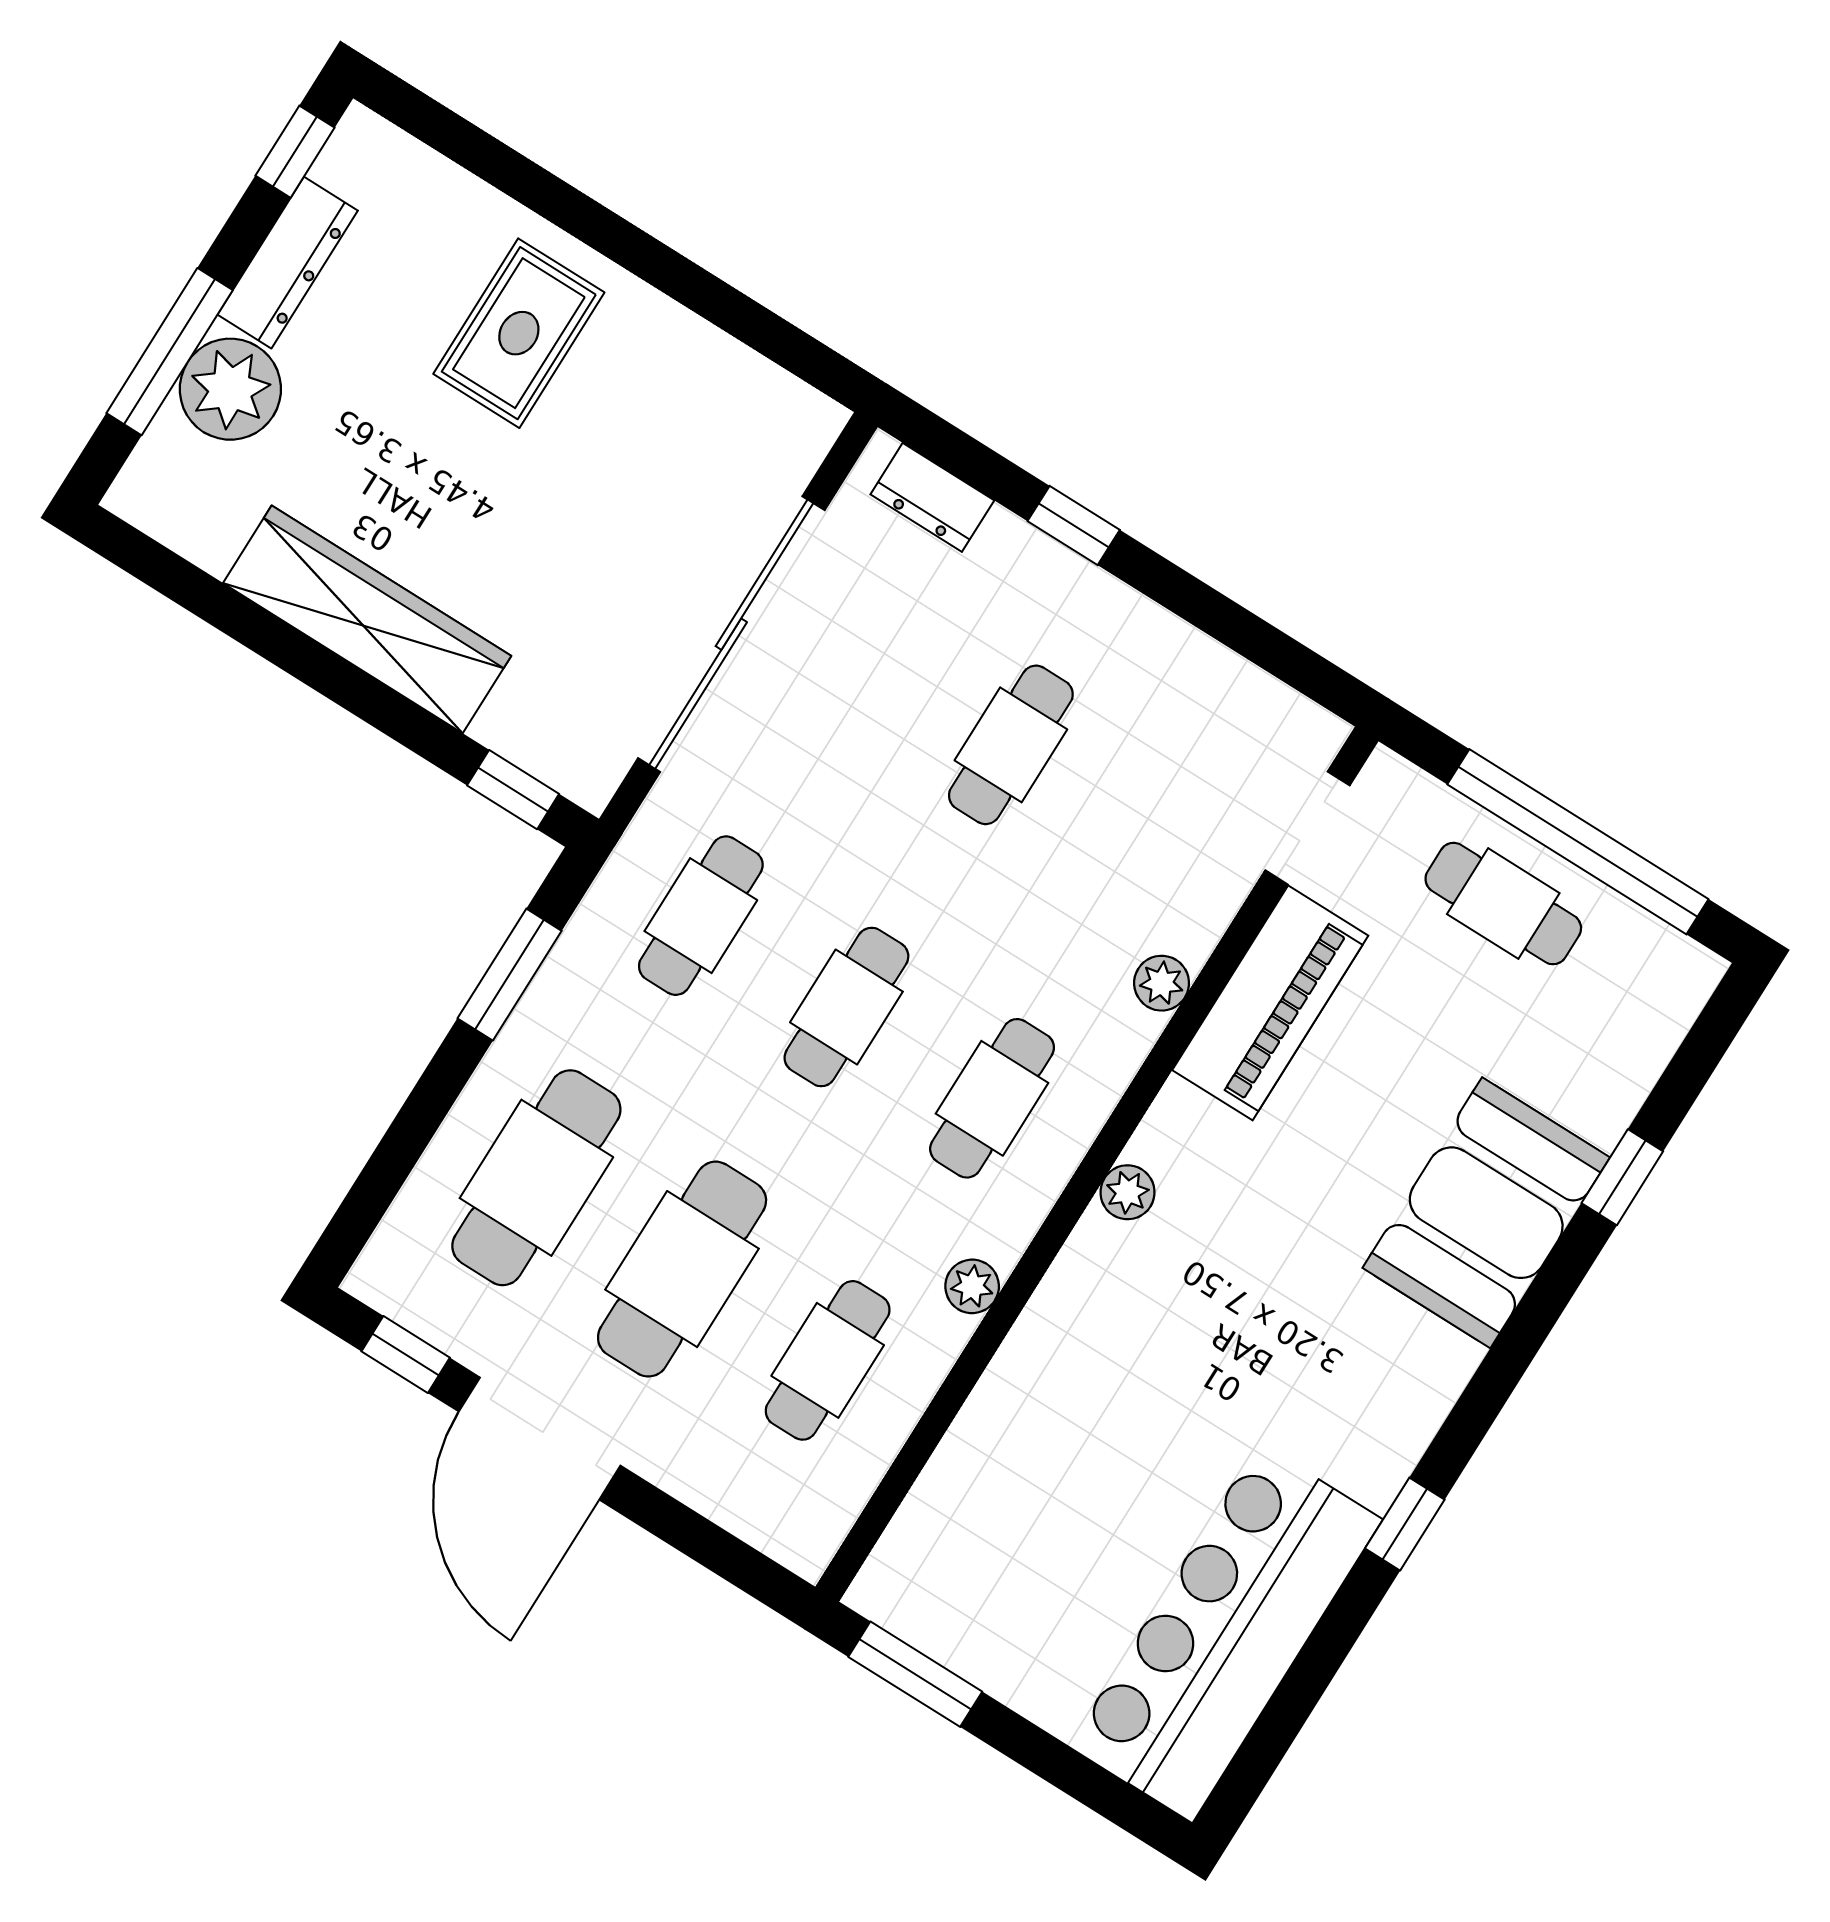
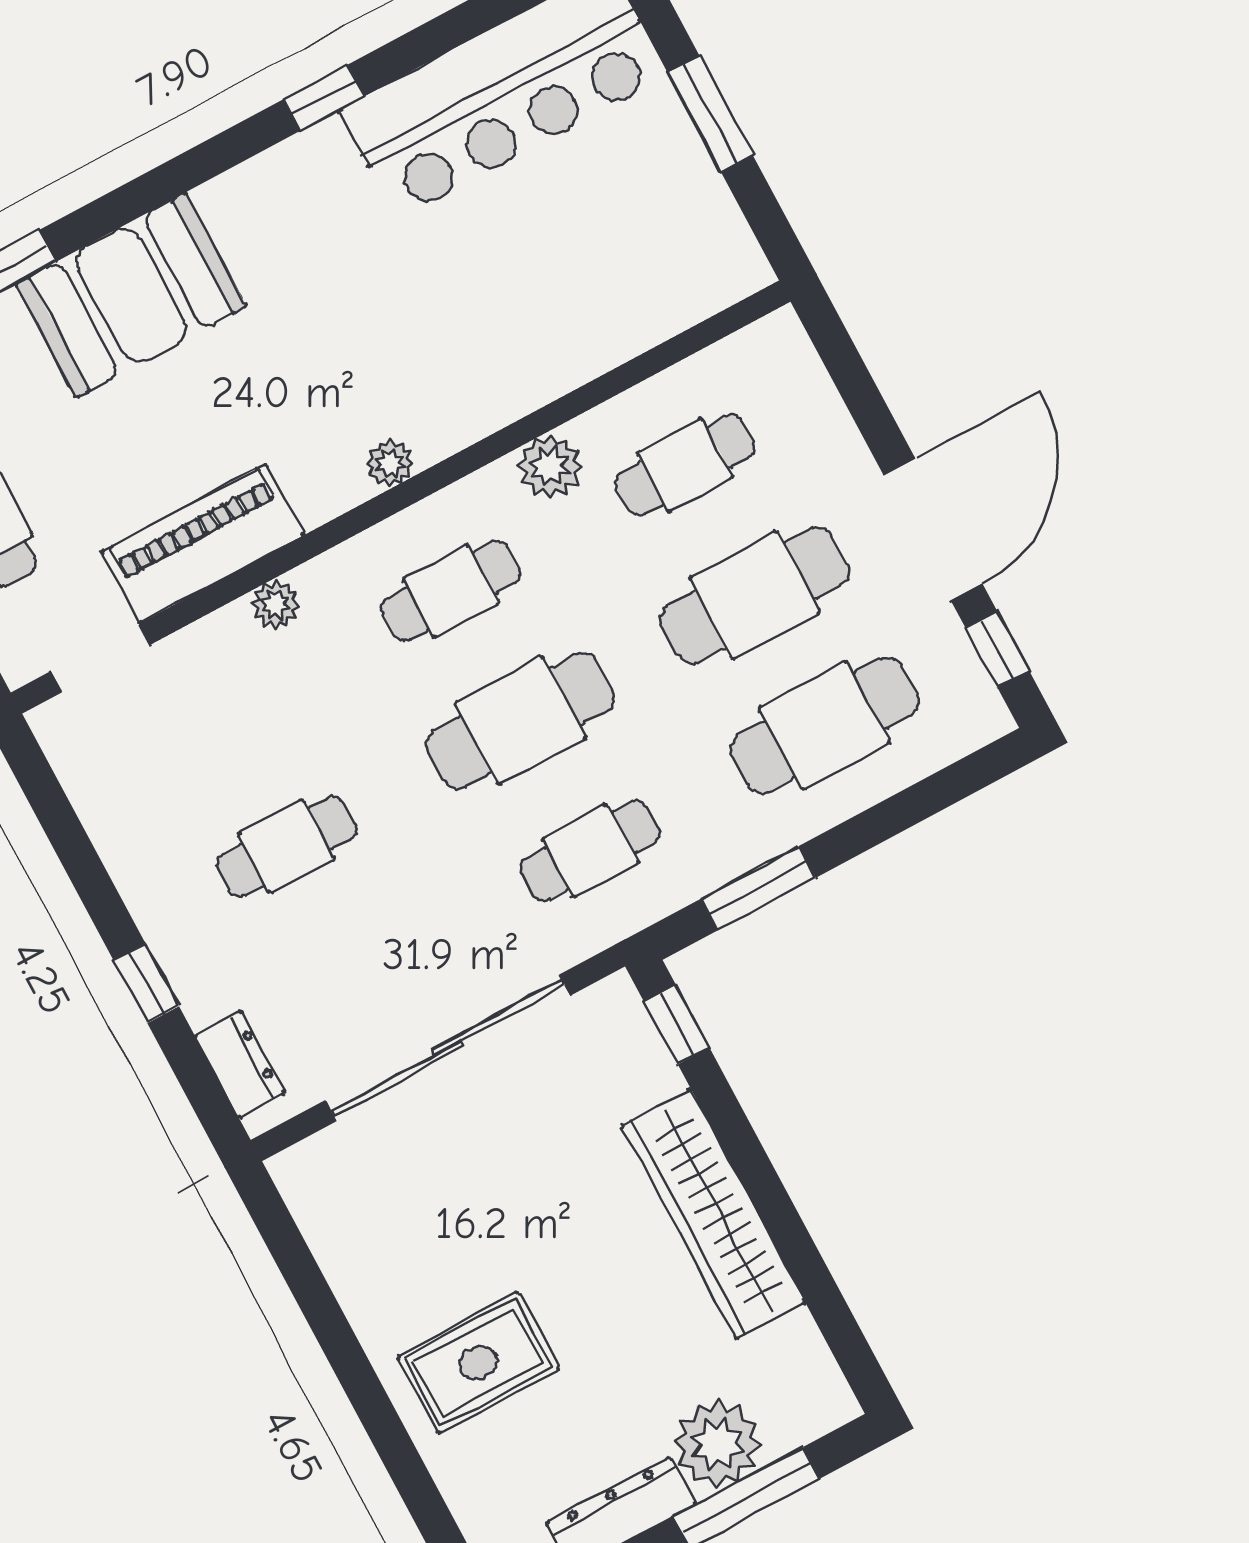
cafe table: (846, 1007) -> (521, 721), width x1.37, depth x1.35
plant: (972, 1286) -> (550, 467), width x1.38, depth x1.38
window: (915, 1674) -> (710, 114), moved

